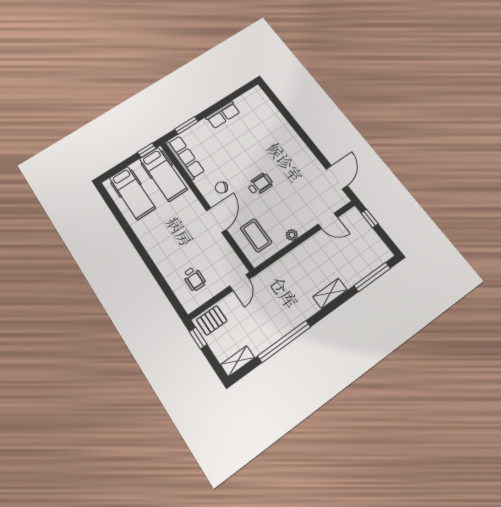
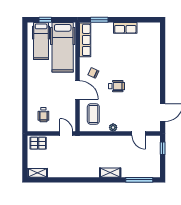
window: (147, 150) -> (45, 20), moved
hospital bed: (163, 174) -> (63, 47), width x1.37, depth x1.29
door: (216, 220) -> (77, 90), hinge flipped
door: (239, 283) -> (66, 133), swing flipped
window: (198, 338) -> (25, 147), removed
window: (284, 341) -> (68, 180), removed

